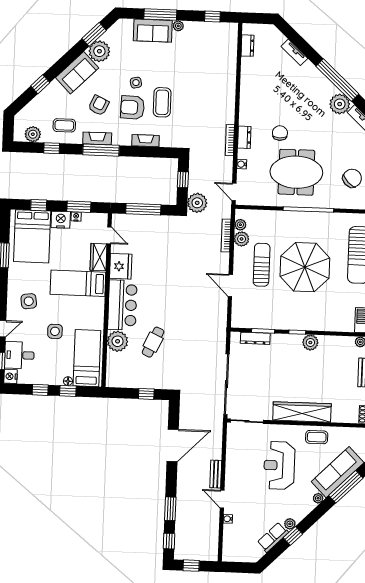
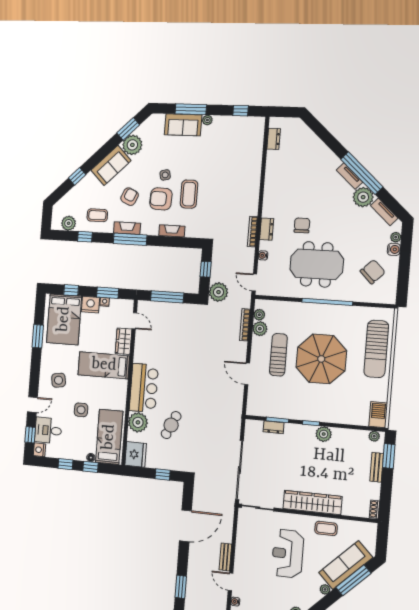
tv unit: (294, 52) -> (350, 176), moved
fridge: (121, 266) -> (136, 454), moved
dresser: (255, 338) -> (274, 427), width x0.70

